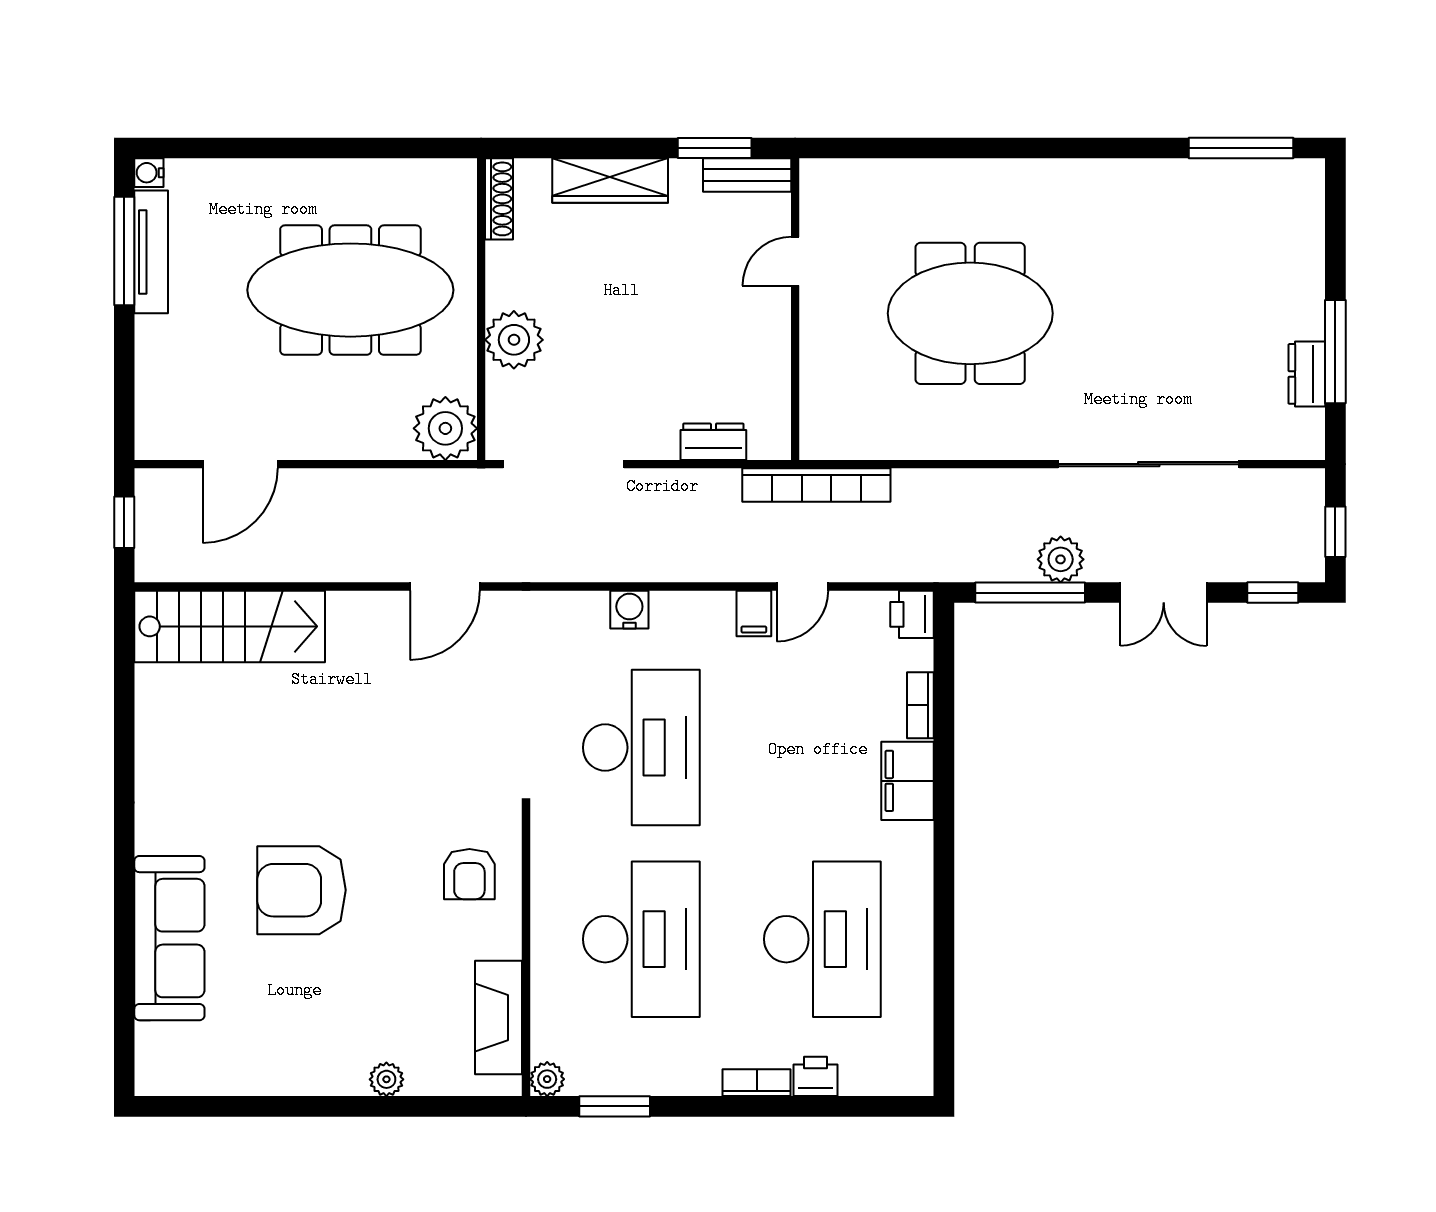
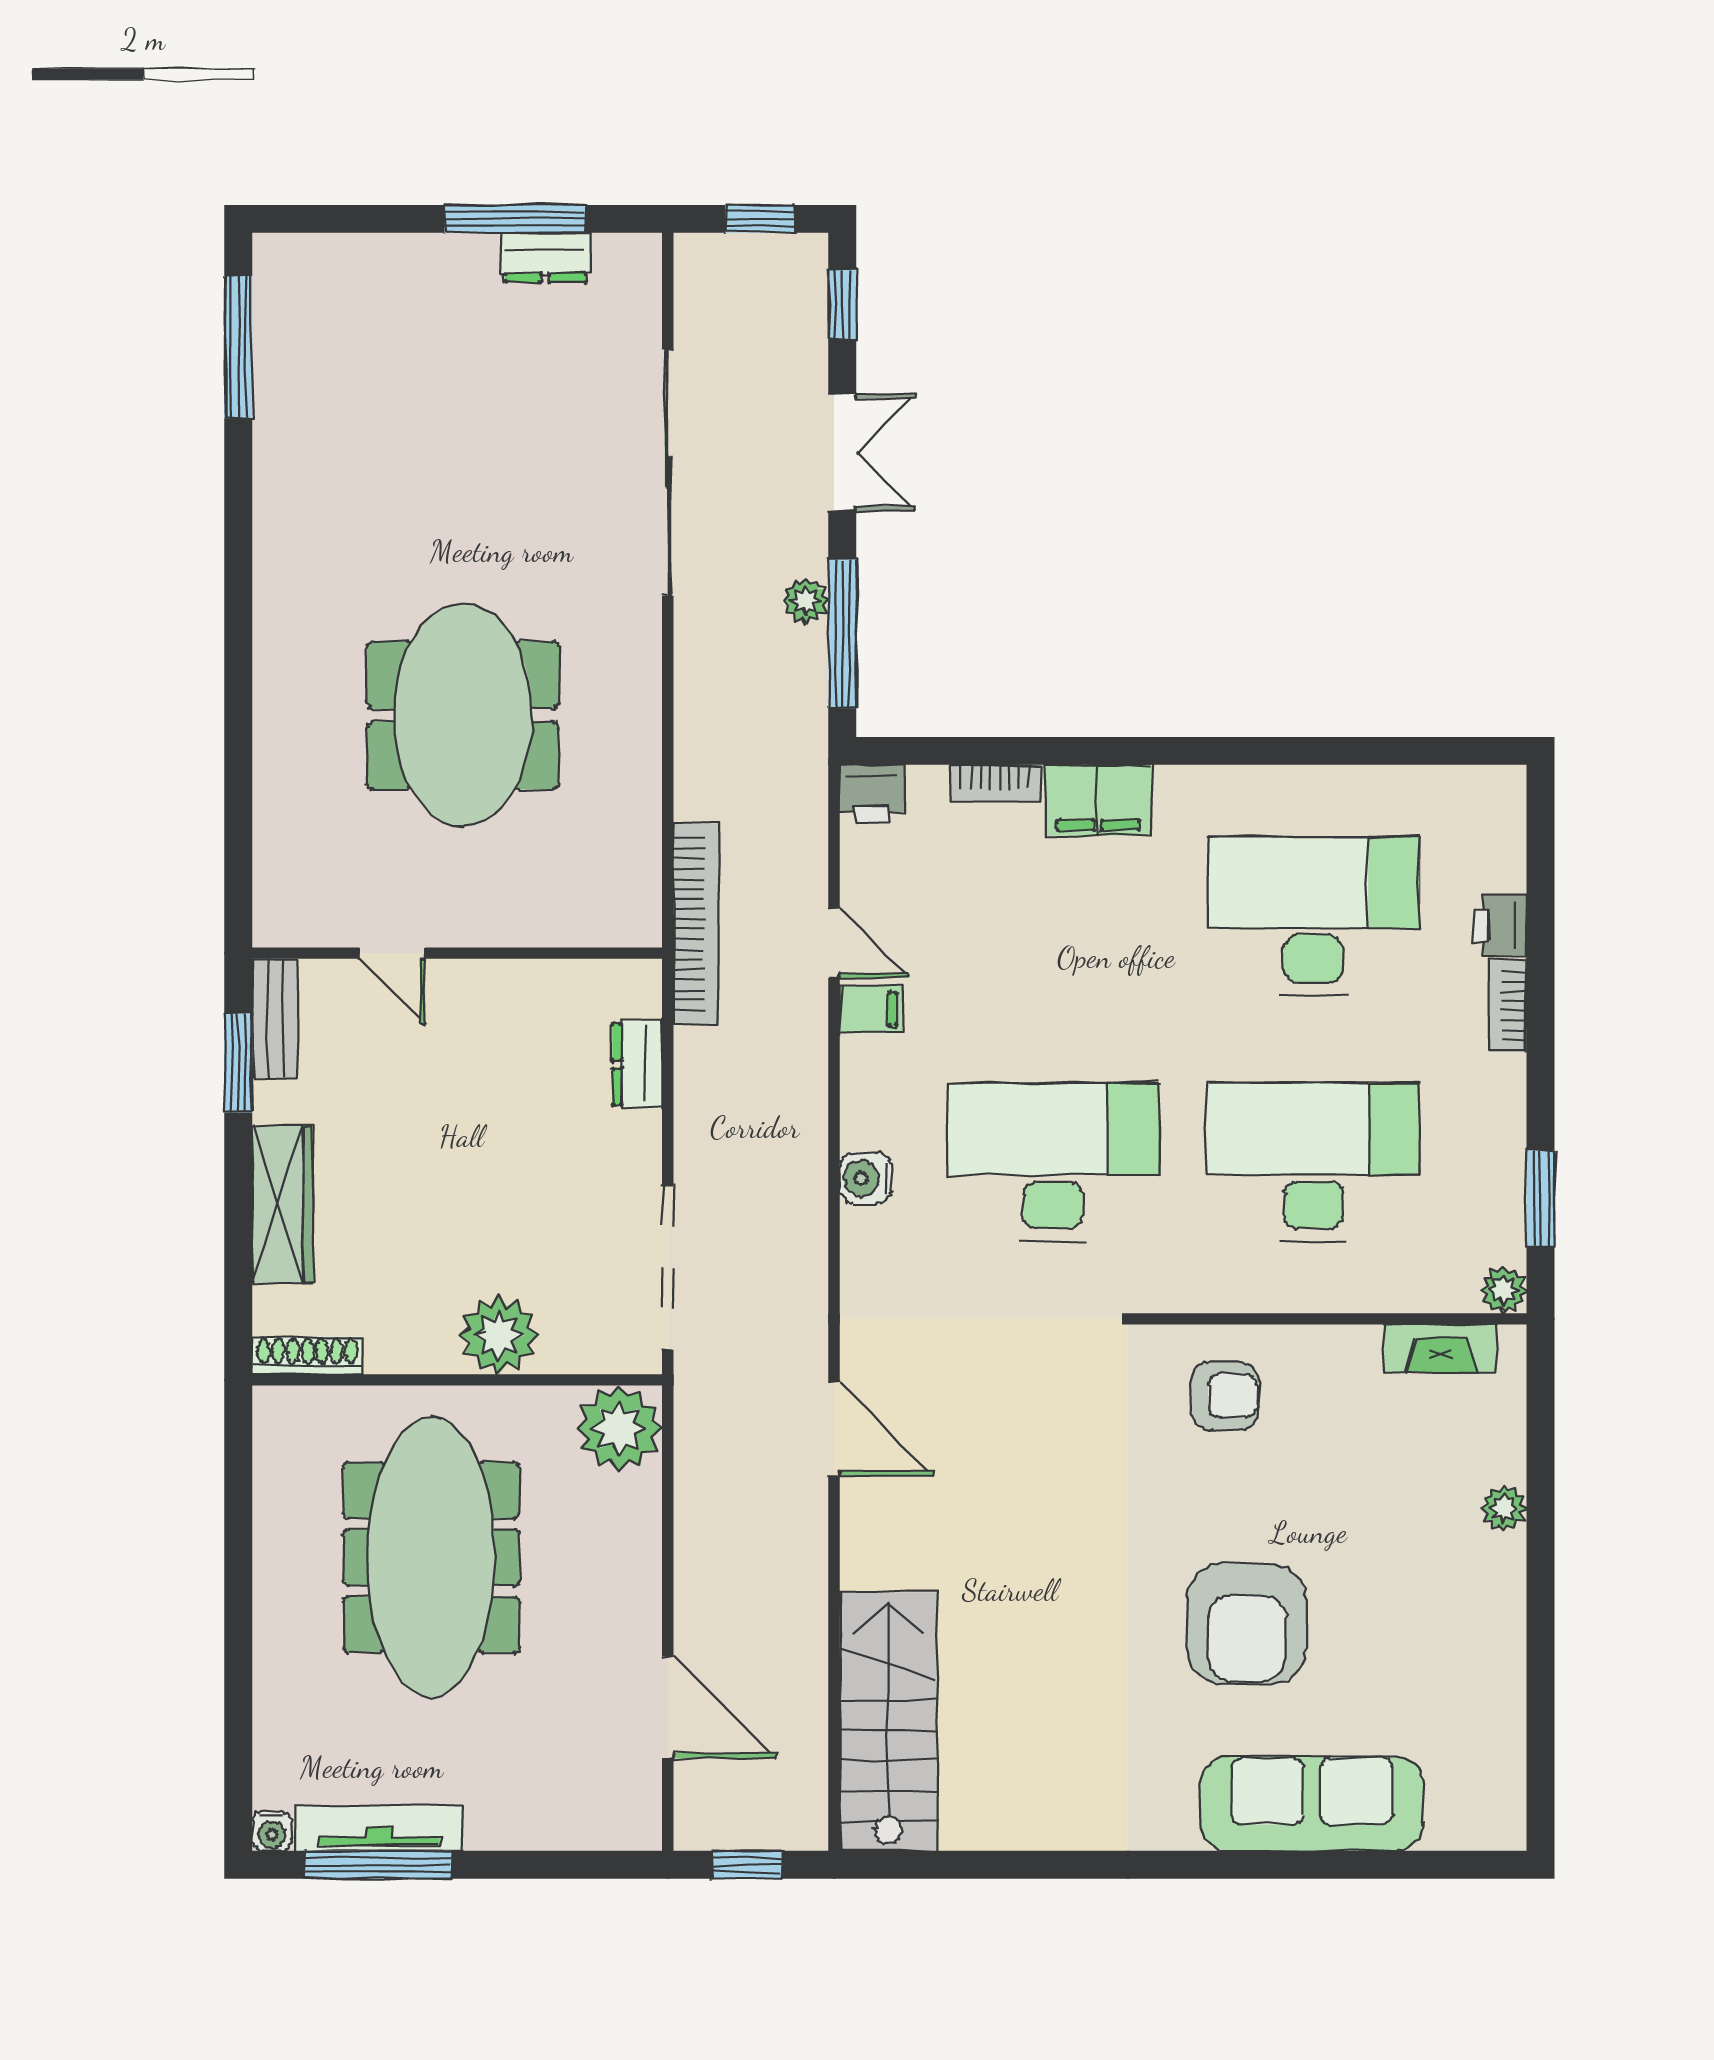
plant: (1061, 559) -> (806, 601), width x0.73, depth x0.73
fireplace: (498, 1018) -> (1441, 1349), width x0.73, depth x0.76

